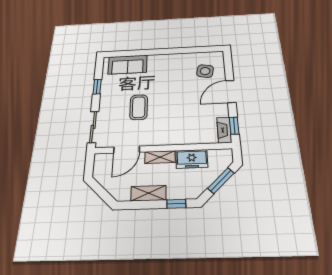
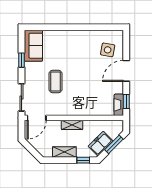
sofa: (128, 65) -> (33, 46), moved, turned -90
door: (127, 150) -> (37, 118), moved
freezer: (192, 159) -> (101, 144), moved, turned 135

